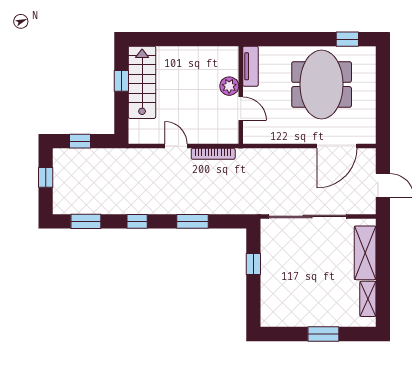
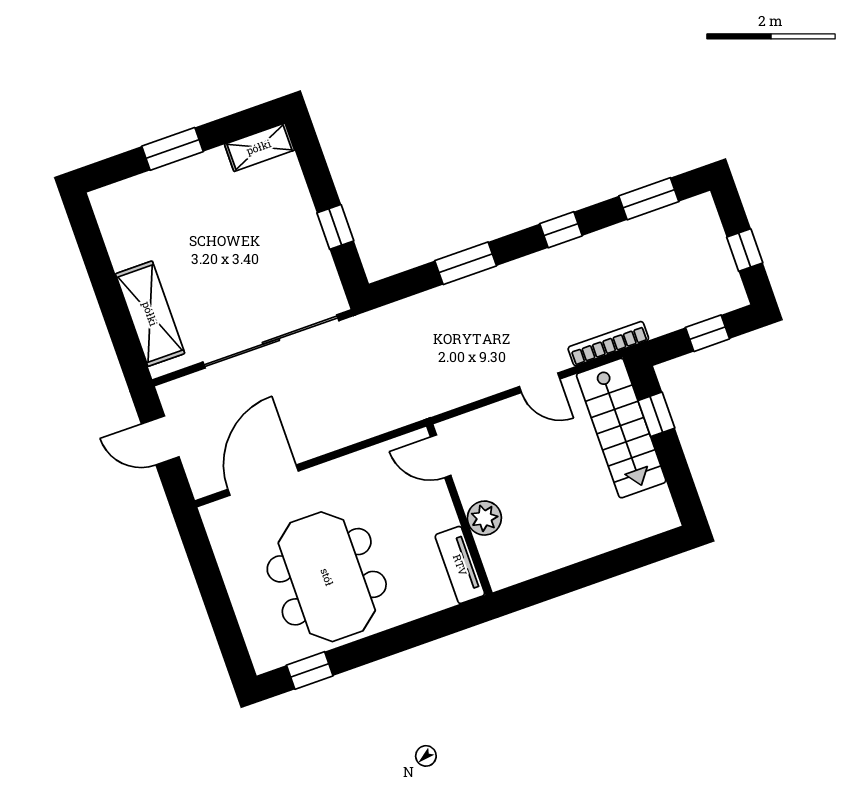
window: (121, 81) -> (656, 414), moved
stairs: (142, 82) -> (621, 428), moved
door: (241, 109) -> (441, 456), moved
bookcase: (213, 154) -> (608, 344), moved
shelving: (368, 299) -> (259, 147), moved, turned 90

